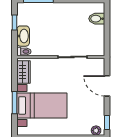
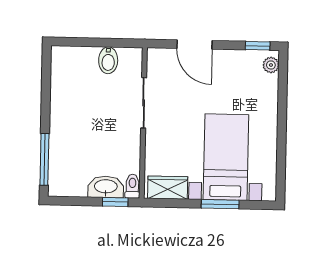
bidet: (97, 19) -> (108, 60), moved
window: (15, 23) -> (115, 202), moved
door: (107, 86) -> (194, 44), hinge flipped

